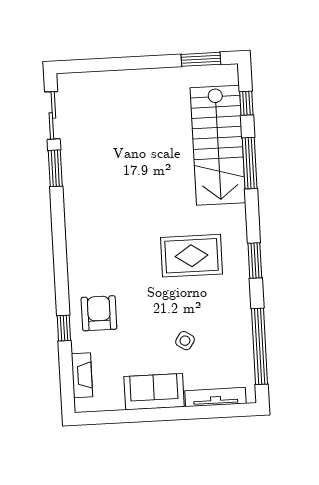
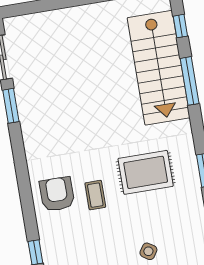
coffee table: (135, 274) -> (95, 195), added
armchair: (99, 313) -> (57, 194), moved

